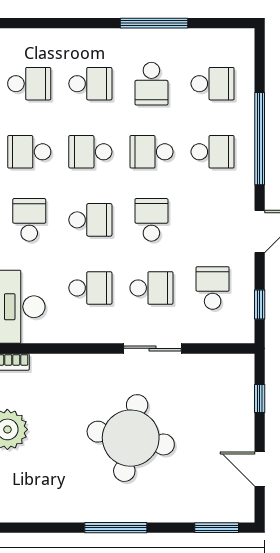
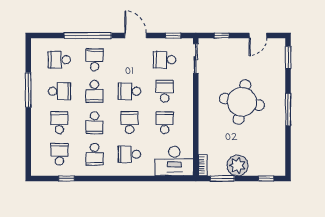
school desk: (213, 84) -> (59, 60), turned -90
sliding door: (153, 348) -> (196, 58), moved

